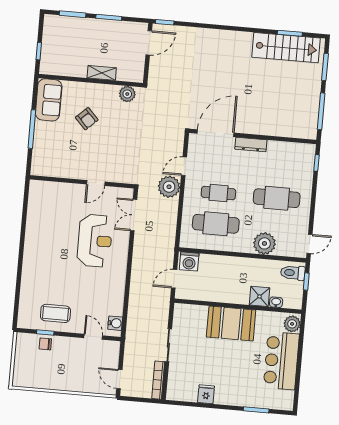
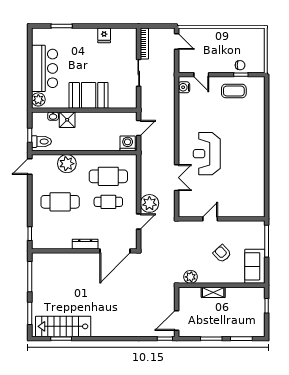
wall: (82, 182) -> (222, 219), moved
door: (96, 183) -> (210, 219), moved

